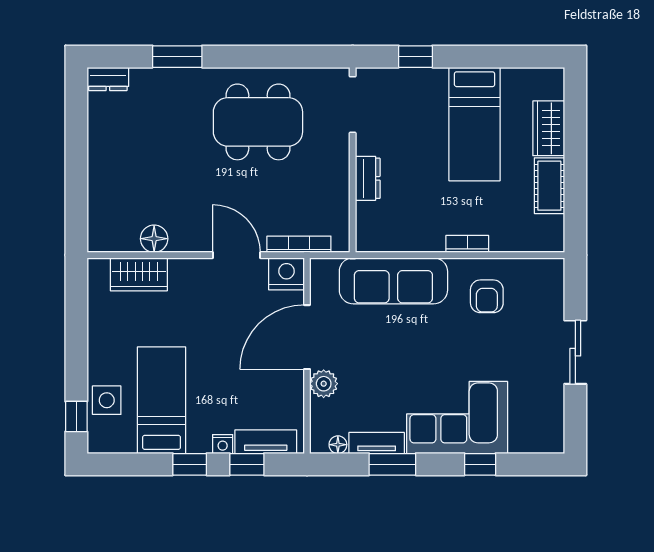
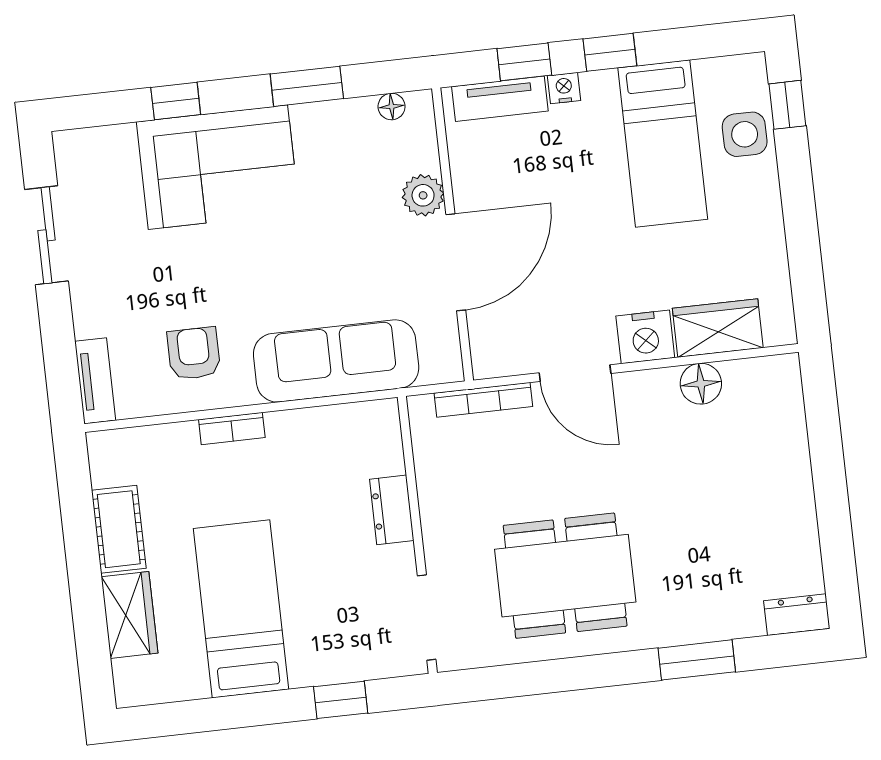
nightstand: (286, 274) -> (645, 337), moved
sliding door: (575, 352) -> (47, 235), moved
tv unit: (377, 443) -> (95, 381), moved, turned -90

